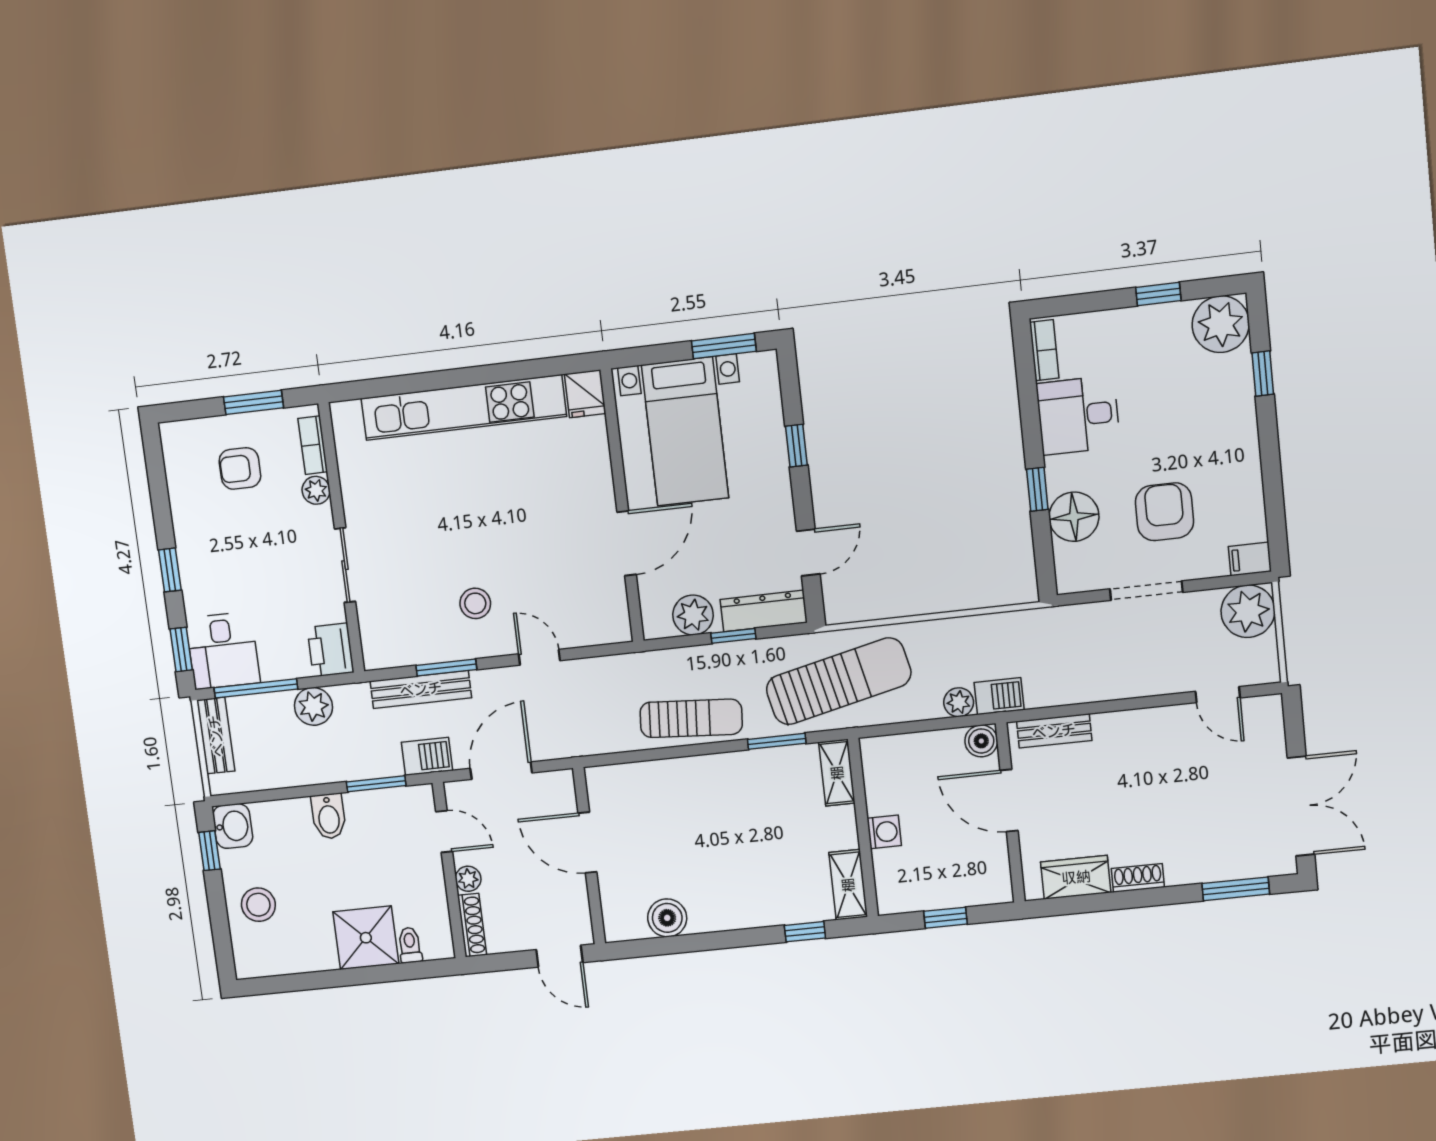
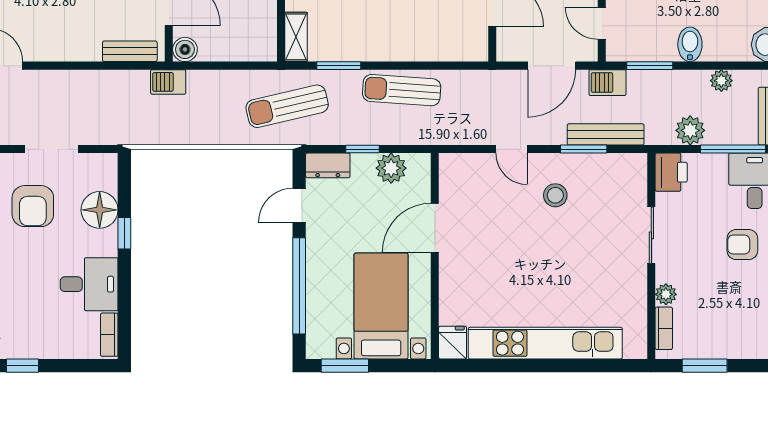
window: (796, 446) -> (299, 286), width x3.17
armchair: (240, 468) -> (742, 245), moved, turned 180
dresser: (764, 611) -> (328, 165), width x0.70
sun lounger: (839, 681) -> (287, 106), width x0.73, depth x0.75
plant: (959, 702) -> (721, 81), moved

